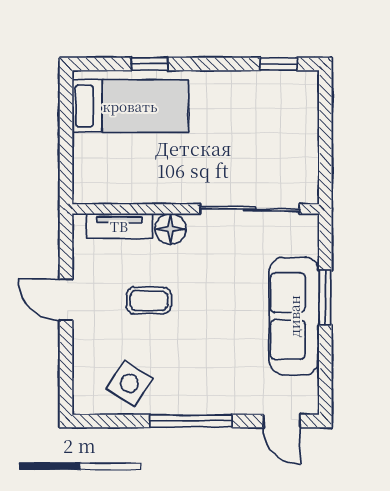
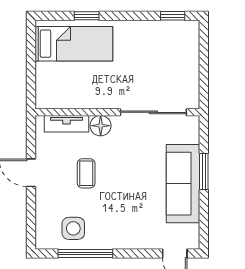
coffee table: (149, 301) -> (86, 173), turned 90
side table: (130, 383) -> (73, 228), turned -33
window: (191, 421) -> (85, 254), moved

